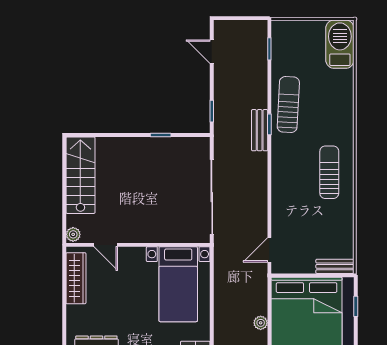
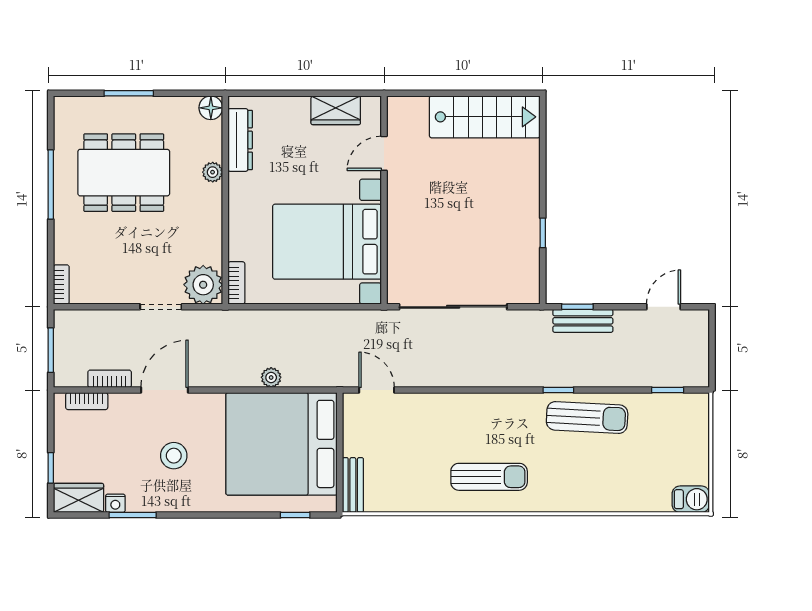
barbecue: (340, 44) -> (691, 499), width x0.53, depth x0.65
bench: (260, 130) -> (583, 321), moved
plant: (73, 234) -> (399, 106), removed
wardrobe: (76, 278) -> (336, 110), width x0.67
bed with nightstands: (178, 284) -> (327, 242), width x1.36

